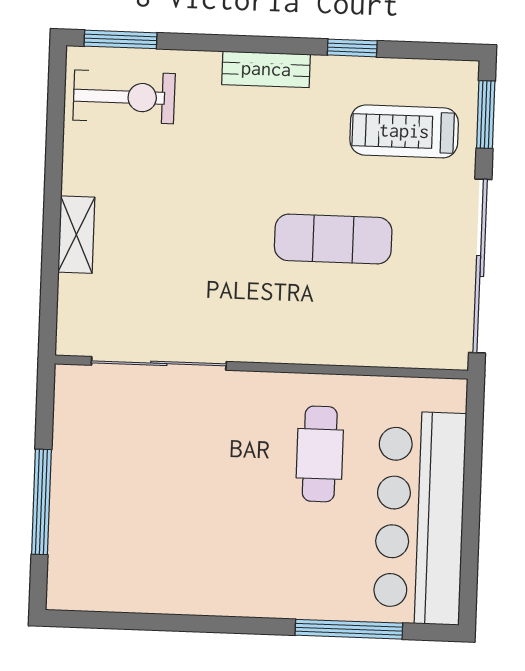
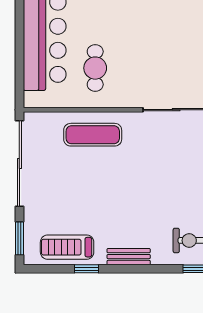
treadmill: (404, 131) -> (67, 247), moved, turned 180
exercise mat: (333, 239) -> (93, 135), moved

